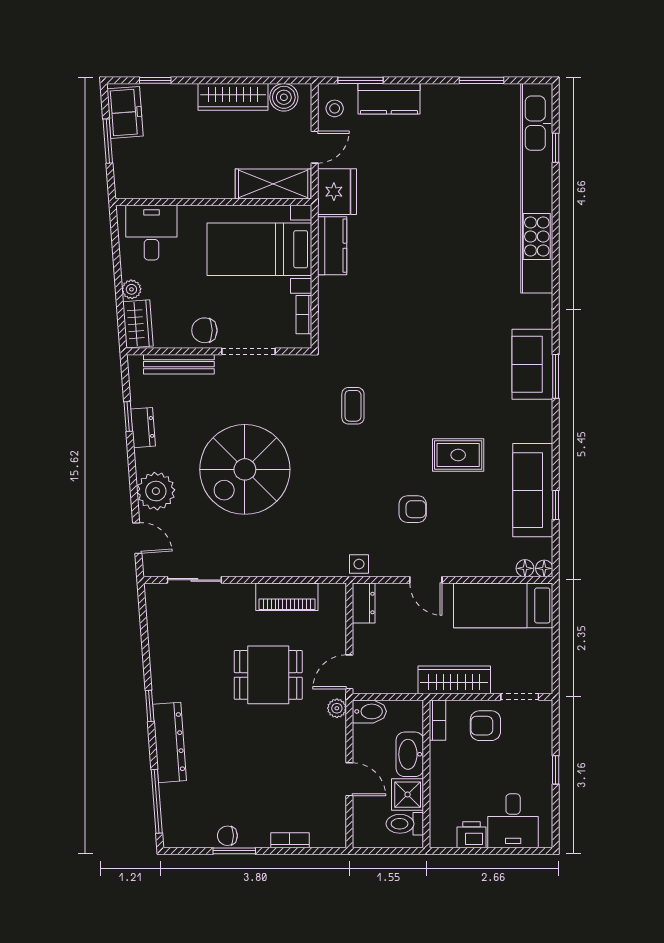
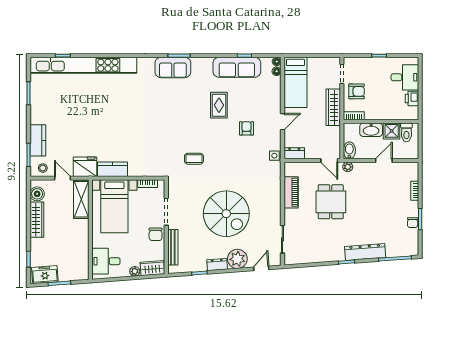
dresser: (143, 428) -> (217, 265), moved
armchair: (485, 726) -> (357, 91), turned -90

